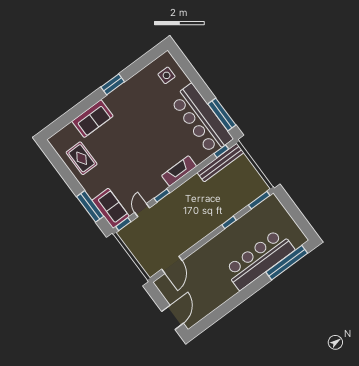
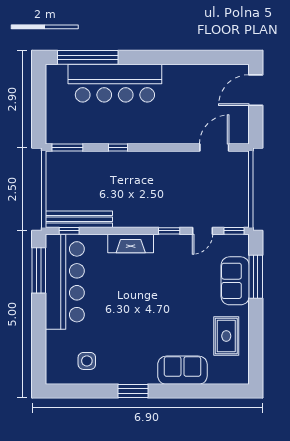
side table: (167, 75) -> (87, 361), moved
sofa: (111, 208) -> (235, 281), moved

